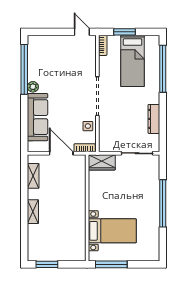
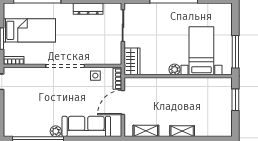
plant: (94, 204) -> (174, 69), added
window: (47, 264) -> (235, 100), moved

